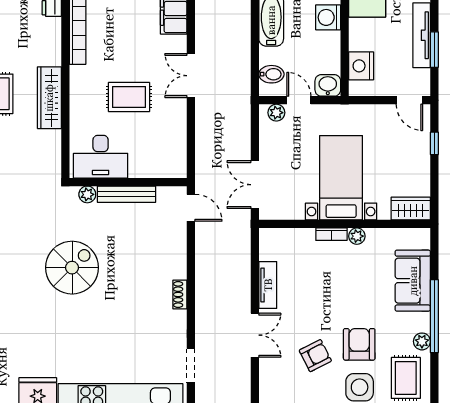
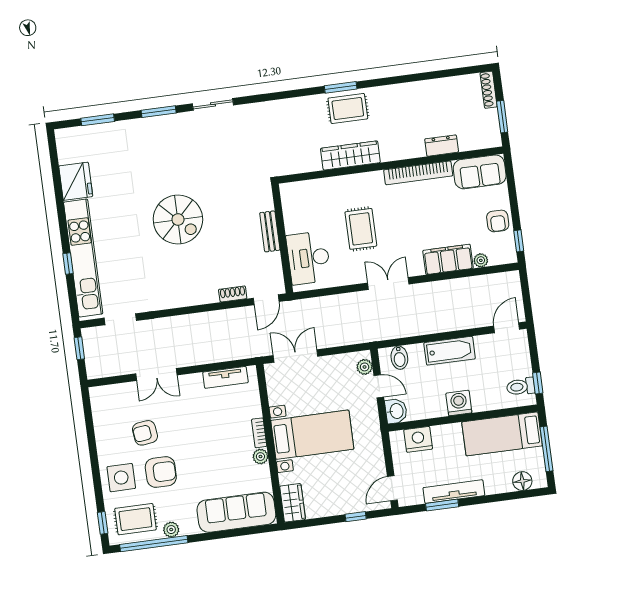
door: (299, 100) -> (379, 386), hinge flipped
desk: (101, 157) -> (309, 258), moved
plant: (87, 194) -> (266, 202), removed
bench: (126, 194) -> (270, 231), width x0.73
spiral stairs: (72, 268) -> (178, 220), moved
sofa: (413, 281) -> (236, 512), width x1.36
tv unit: (268, 285) -> (225, 377), moved
shoe rack: (180, 295) -> (233, 294), moved
window: (434, 316) -> (154, 544), moved
armchair: (315, 356) -> (145, 433), turned 110

